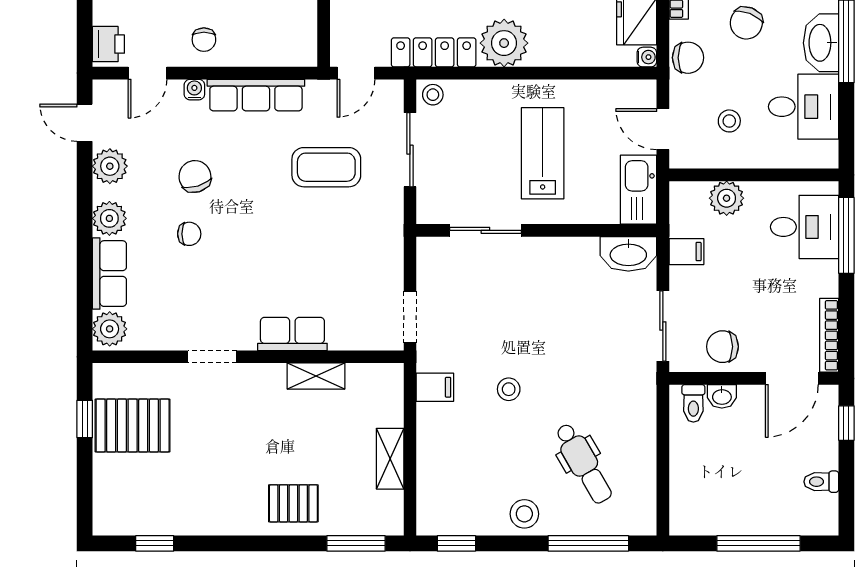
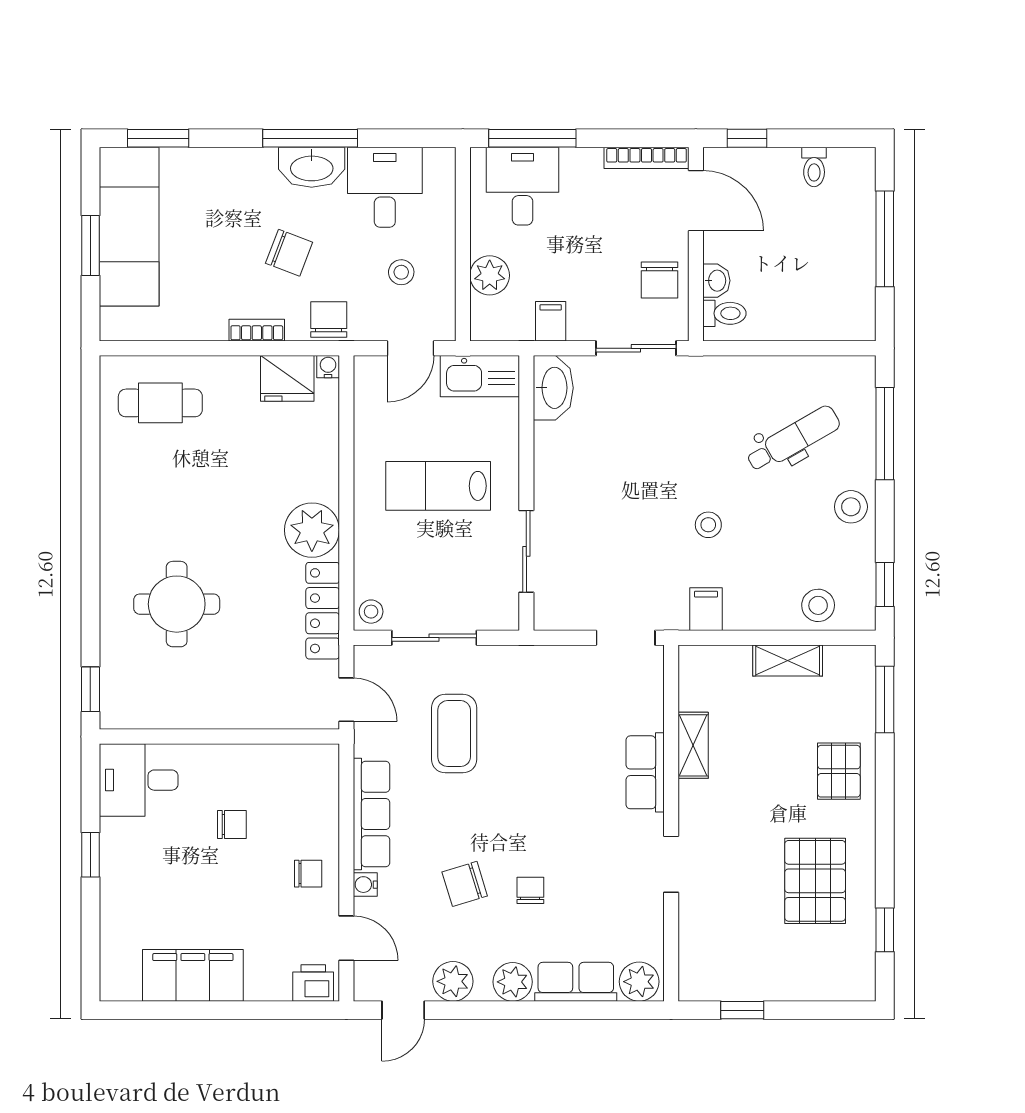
pallet: (133, 426) -> (815, 881), moved
stool: (438, 485) -> (818, 605), added

